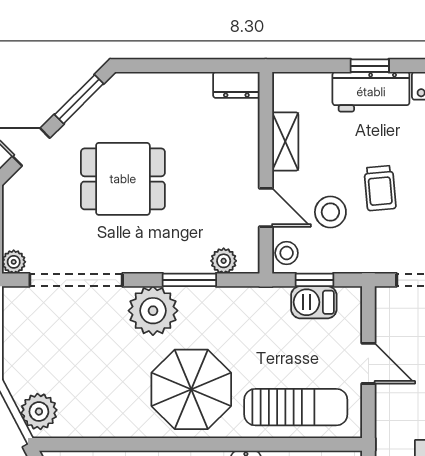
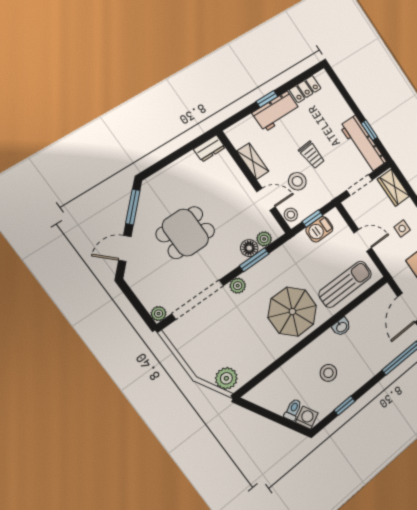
floor lamp: (194, 259) -> (249, 248), added
plant: (153, 311) -> (238, 286), width x0.53, depth x0.53

